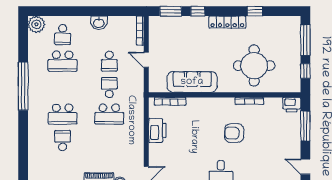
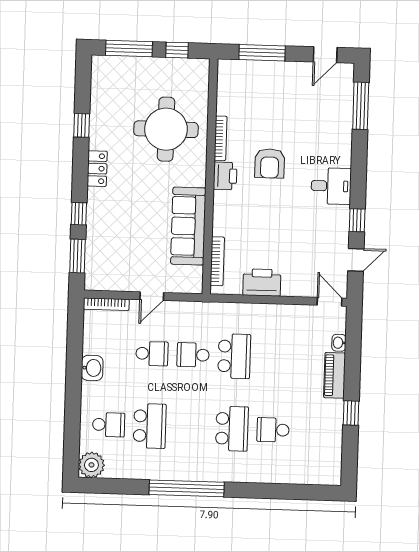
locker: (227, 22) -> (97, 169), width x0.66
printer: (292, 105) -> (225, 176), moved

